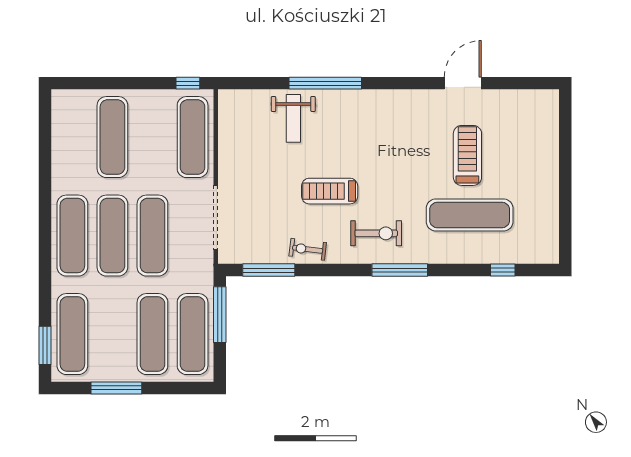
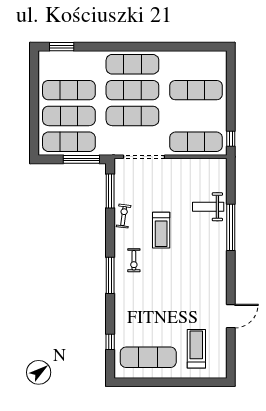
door: (463, 83) -> (231, 316), hinge flipped
treadmill: (467, 155) -> (196, 349), moved, turned -90
treadmill: (330, 191) -> (161, 230), turned 180
exercise mat: (470, 215) -> (148, 357), moved, turned 90
exercise bike: (376, 233) -> (134, 260), width x0.73, depth x0.72
exercise mat: (72, 334) -> (69, 90), moved
window: (116, 388) -> (34, 93), removed

